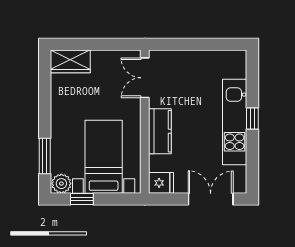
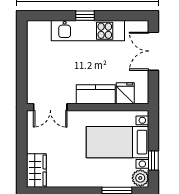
fridge: (161, 183) -> (125, 93), moved

